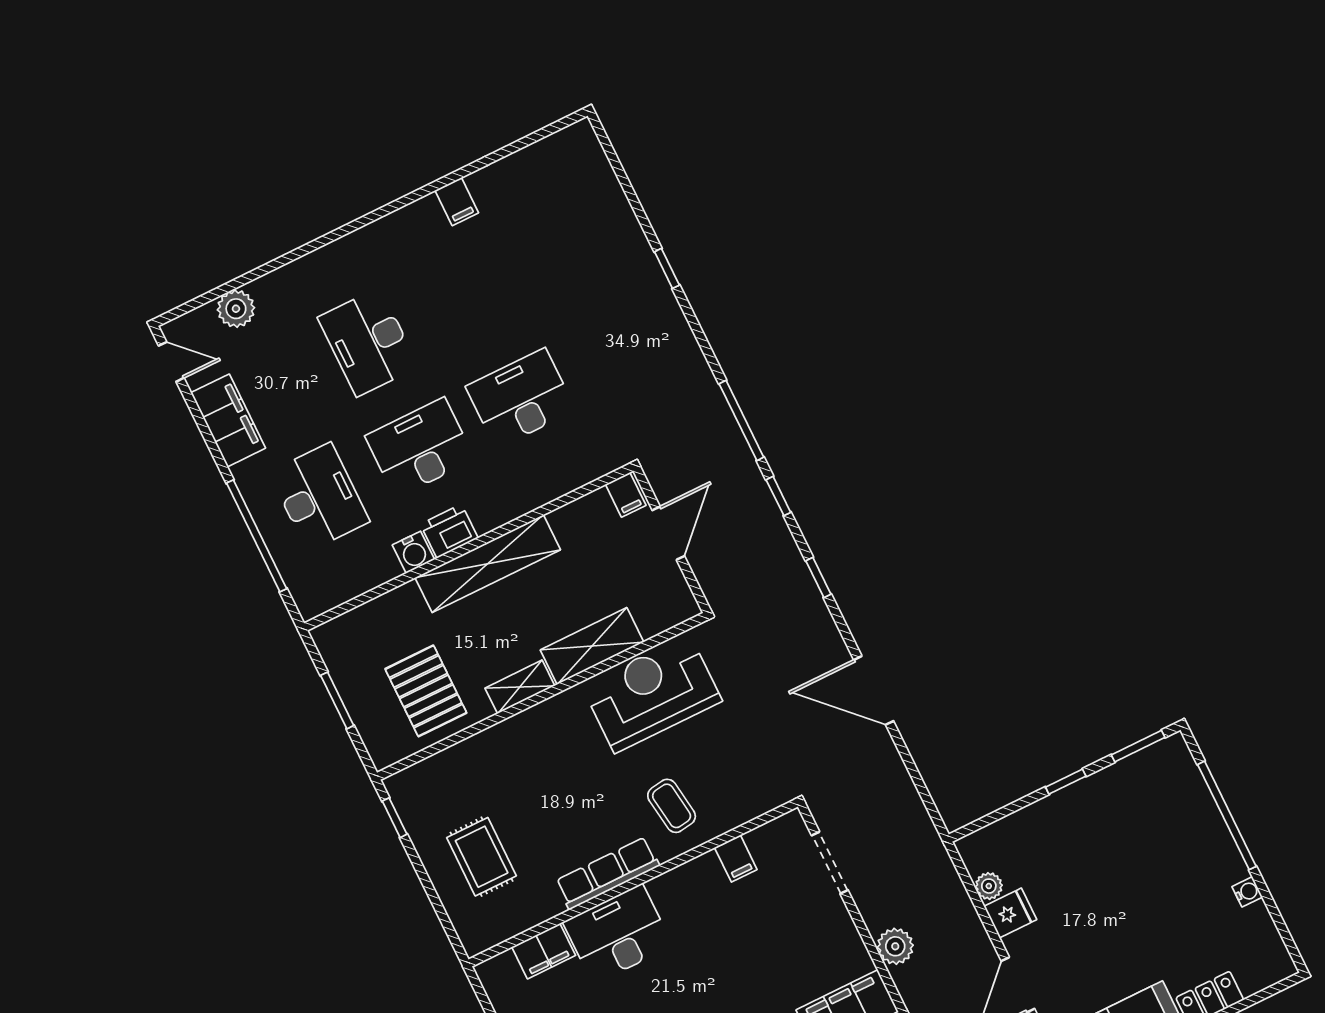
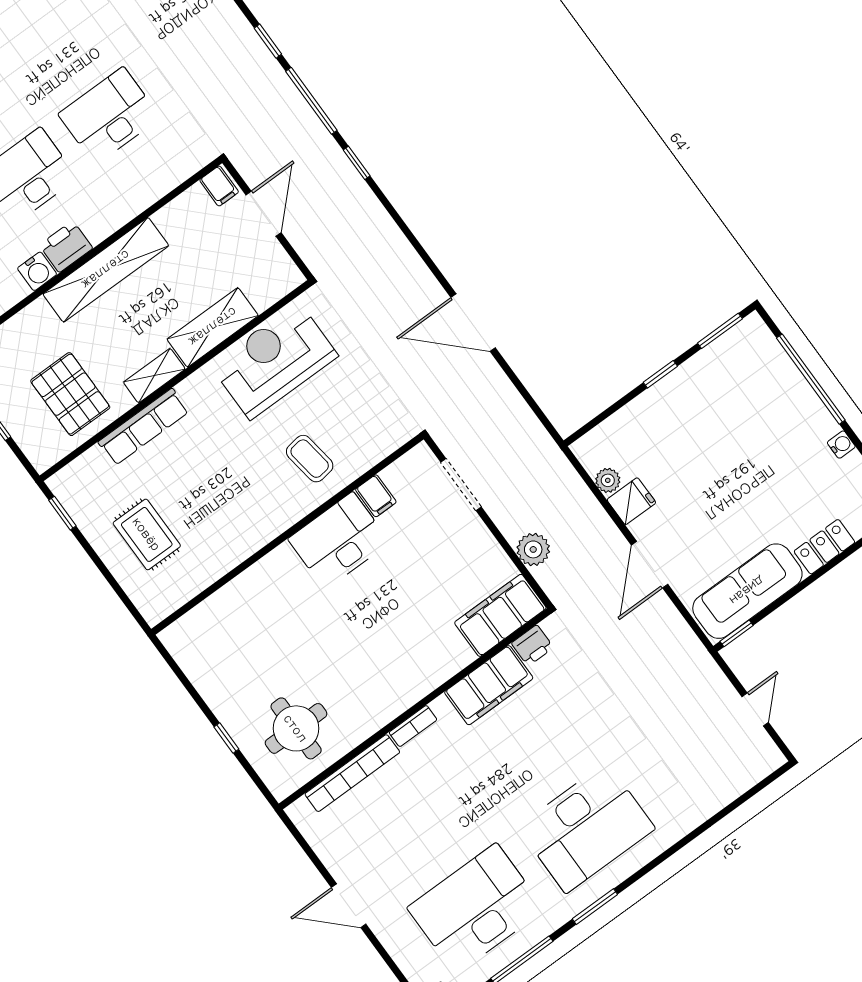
window: (818, 578) -> (268, 41), moved
row of seats: (607, 873) -> (144, 427), moved, turned 180
desk: (618, 934) -> (339, 541), moved
filing cabinet: (544, 951) -> (218, 610), removed

